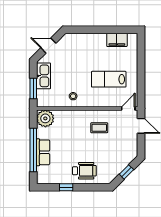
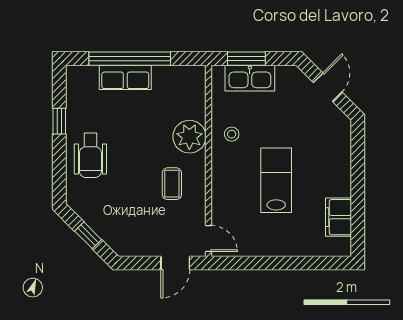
kitchen sink: (43, 76) -> (250, 78), moved
lab bench: (109, 79) -> (276, 180), moved
plant: (45, 118) -> (189, 137), moved

